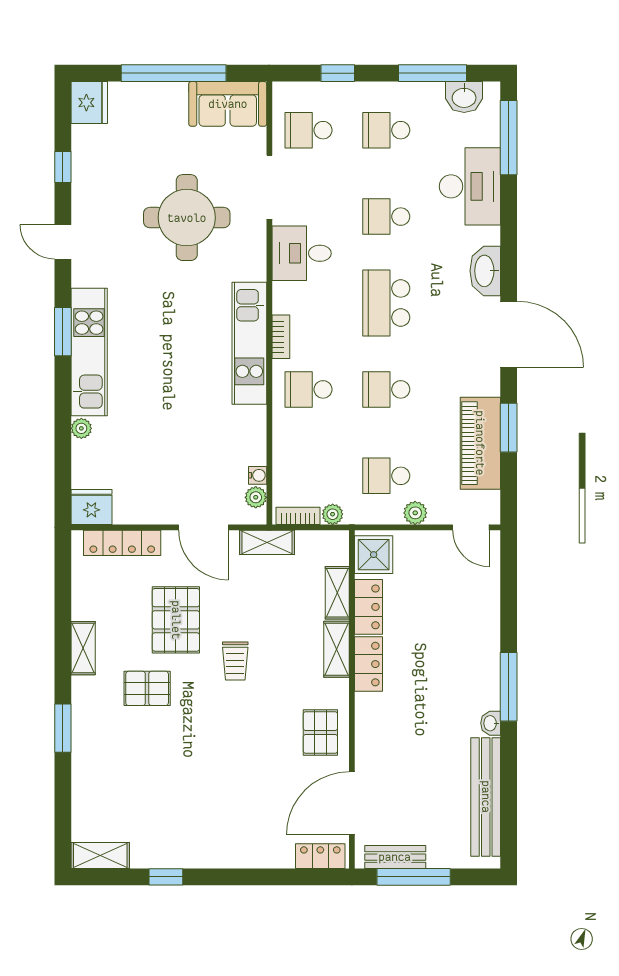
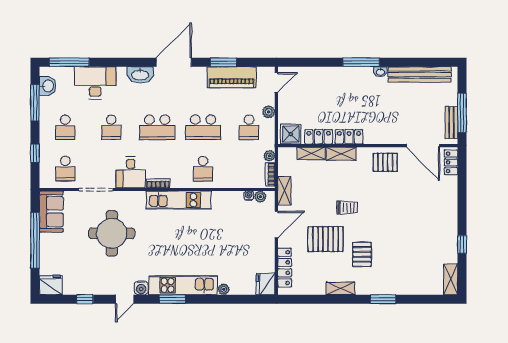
water cooler: (84, 273) -> (141, 288), added
bookcase: (281, 337) -> (158, 183), moved
school desk: (386, 389) -> (203, 127), width x1.85

